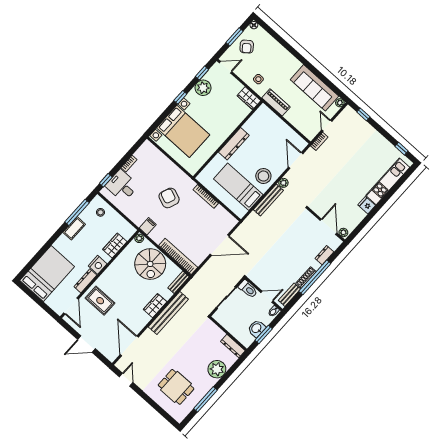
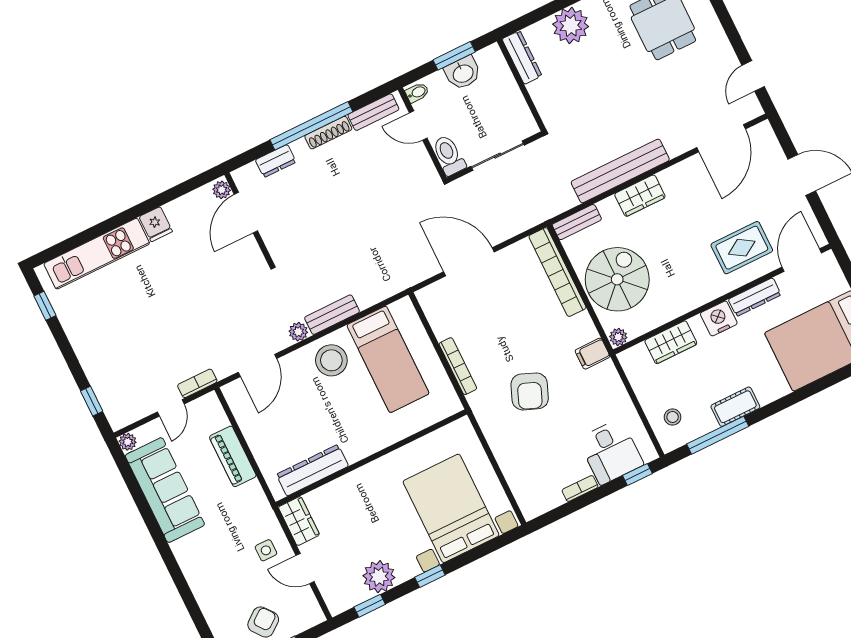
door: (226, 67) -> (305, 569), moved
piano: (276, 102) -> (233, 456), moved
dresser: (234, 144) -> (312, 470), moved
bench: (268, 200) -> (332, 315), width x0.73
rug: (100, 301) -> (742, 248), turned 90

